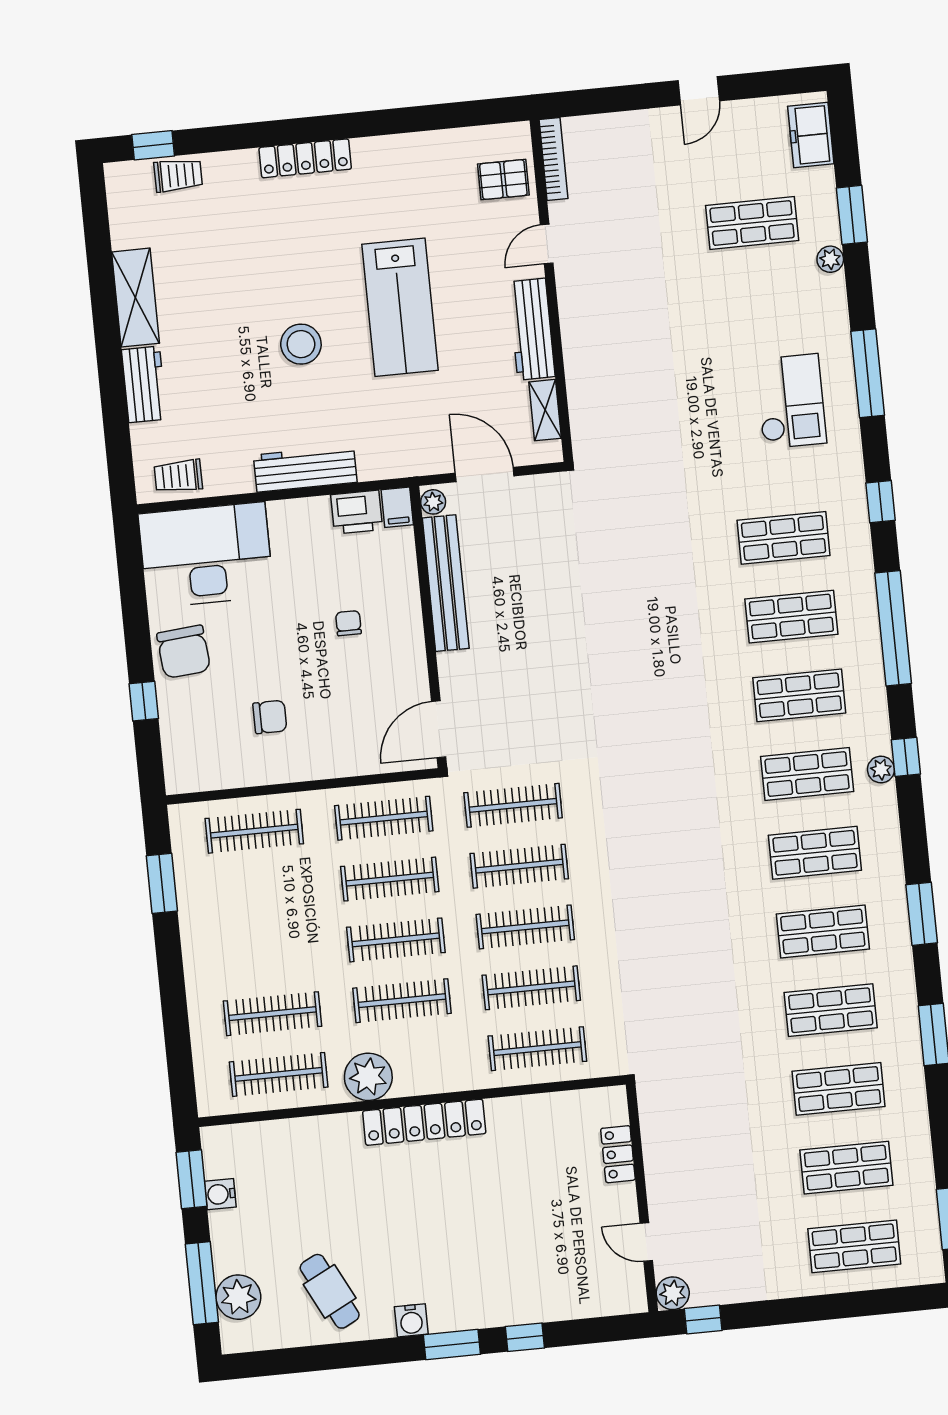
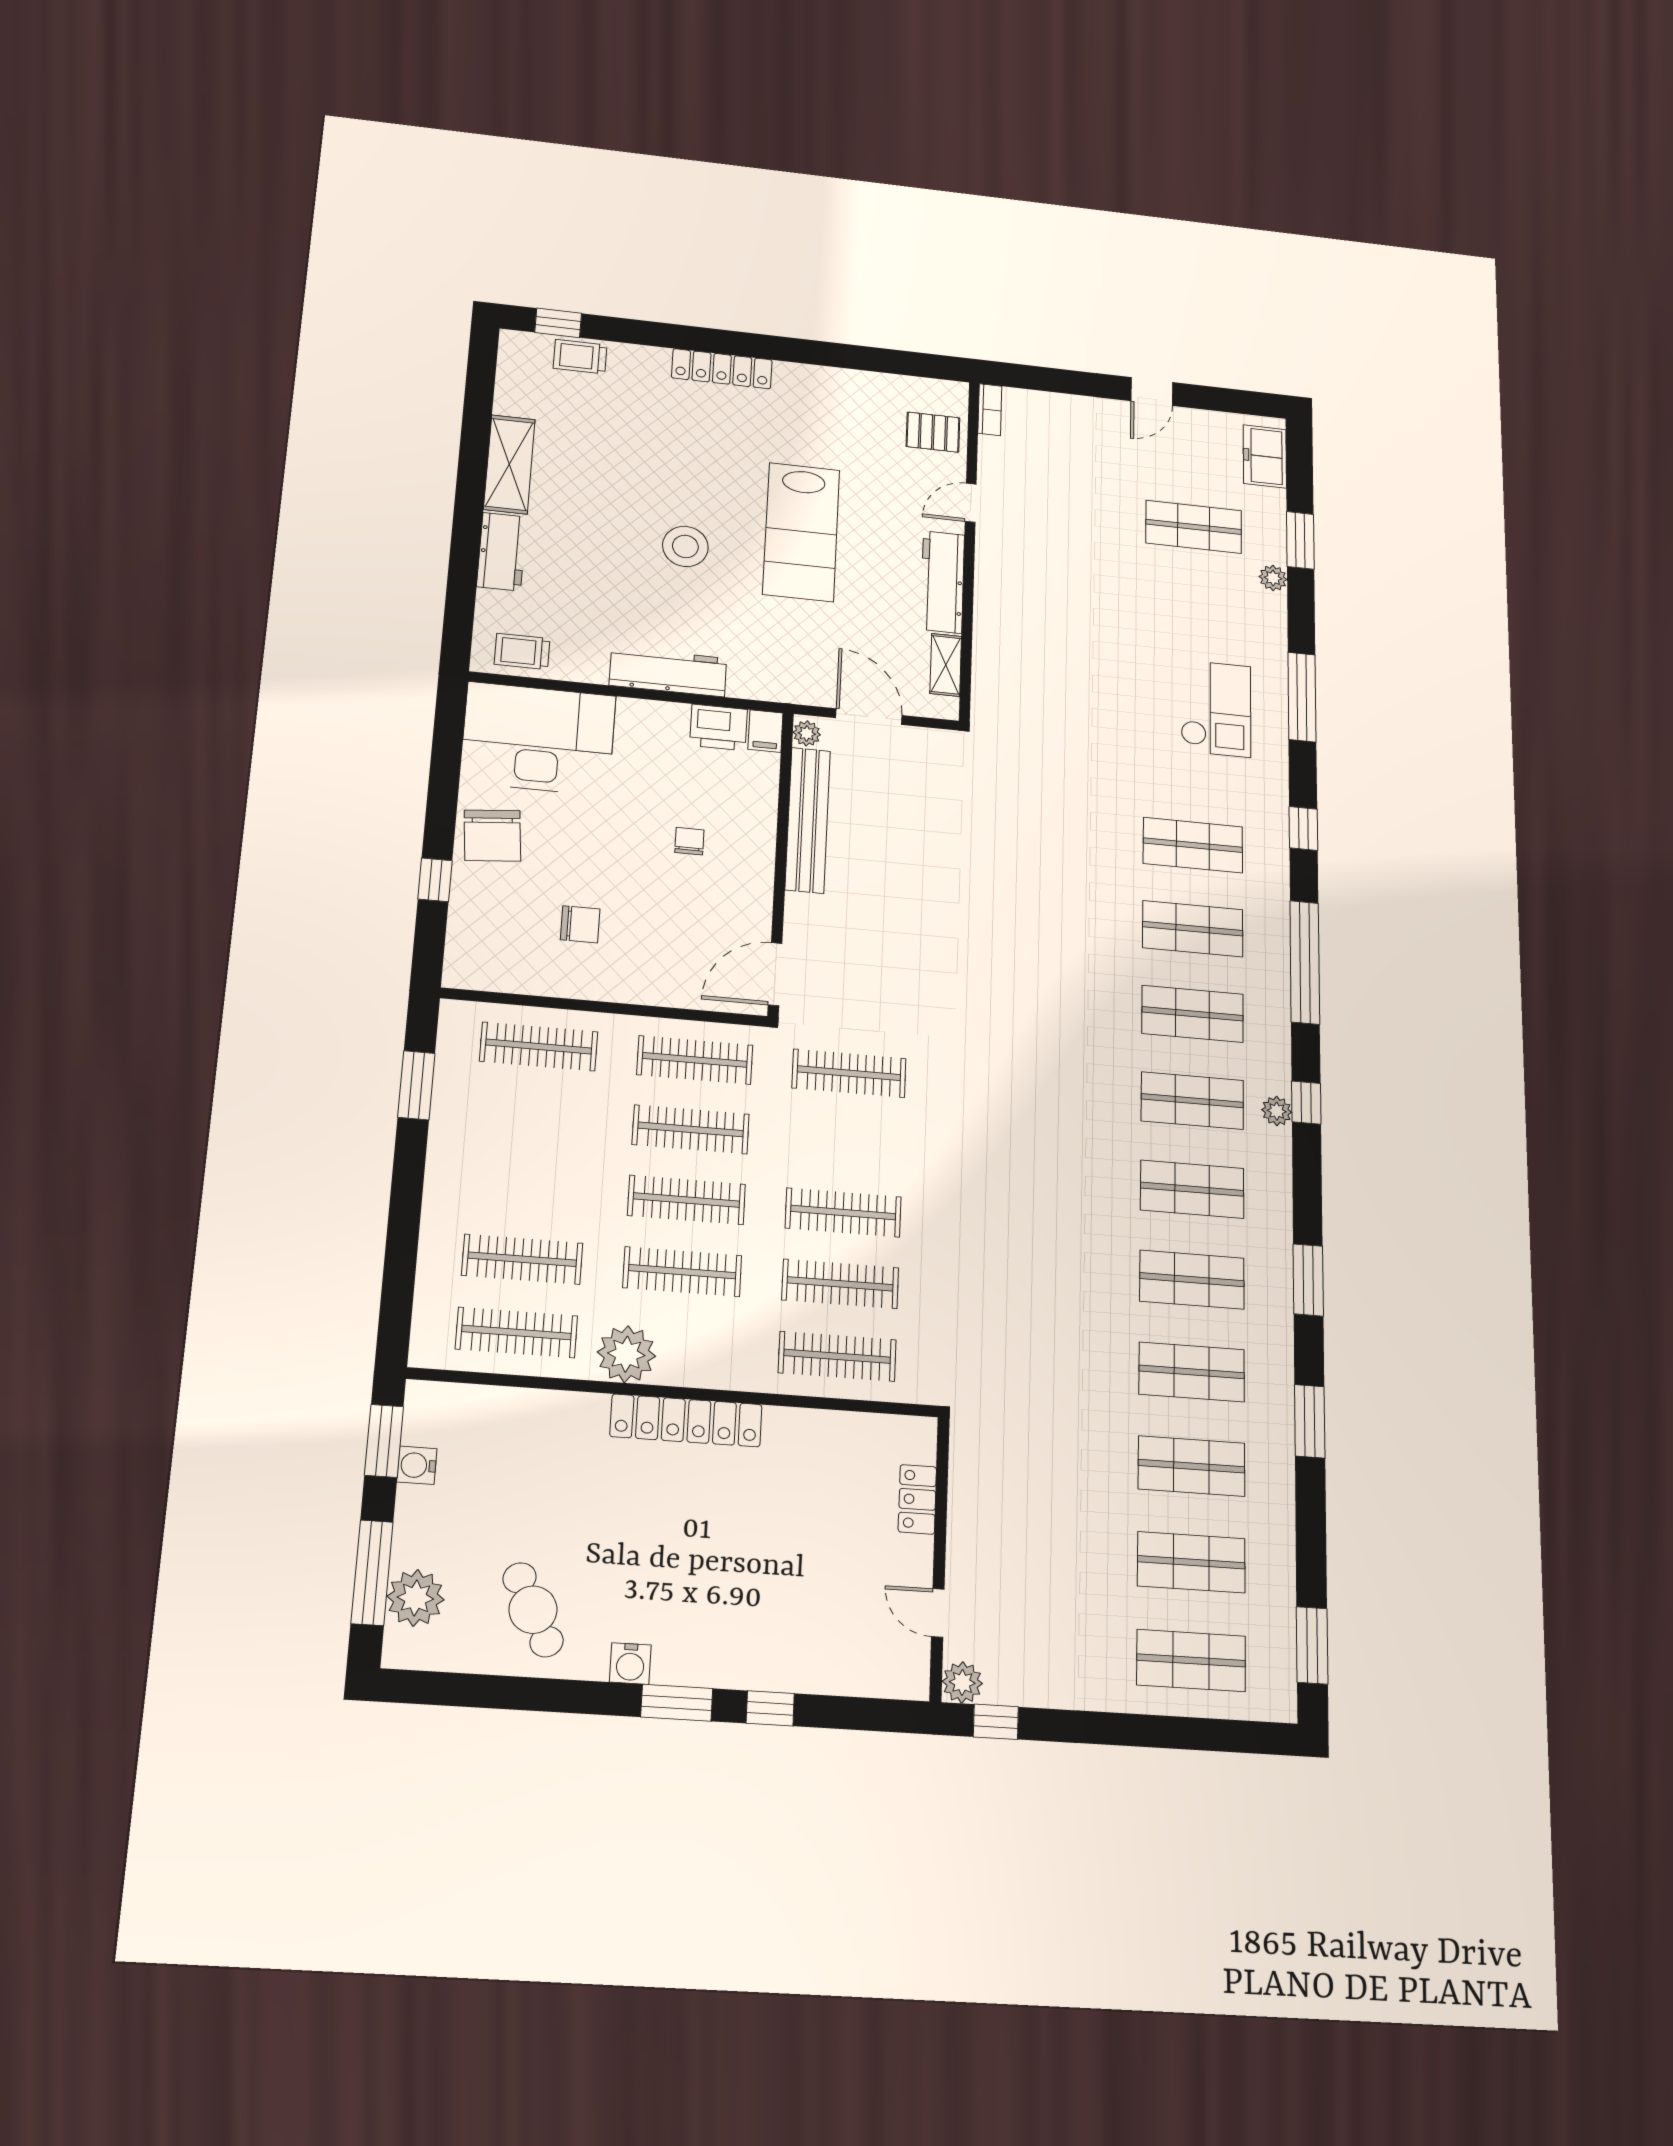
bookcase: (553, 159) -> (990, 410), width x0.64
trolley: (178, 175) -> (580, 357), turned 180
clothes rail: (519, 866) -> (846, 1142), removed

